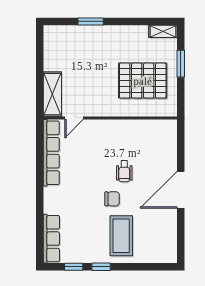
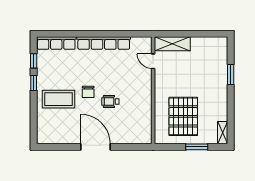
row of seats: (51, 153) -> (104, 43), moved

